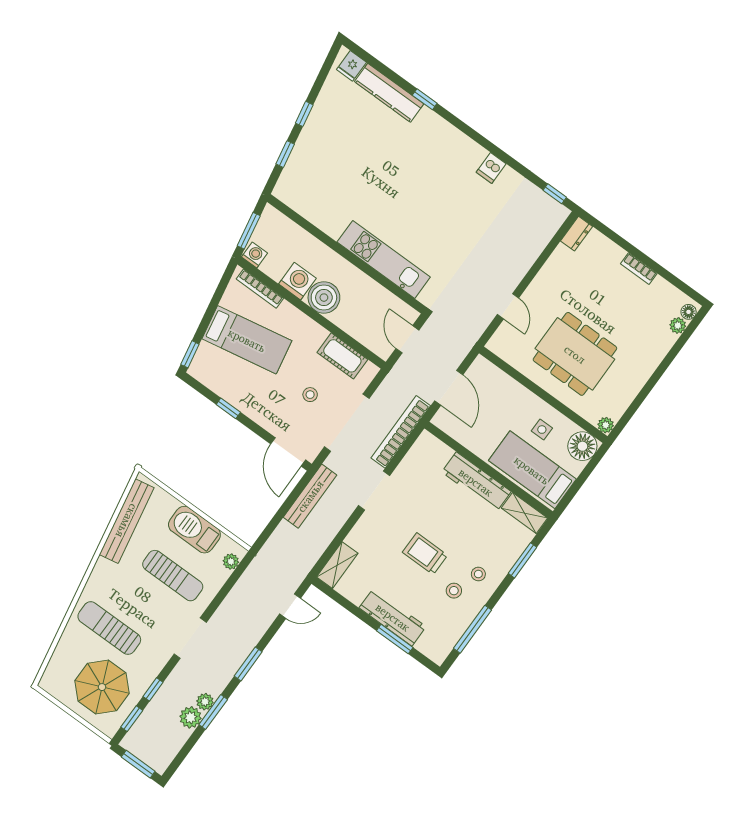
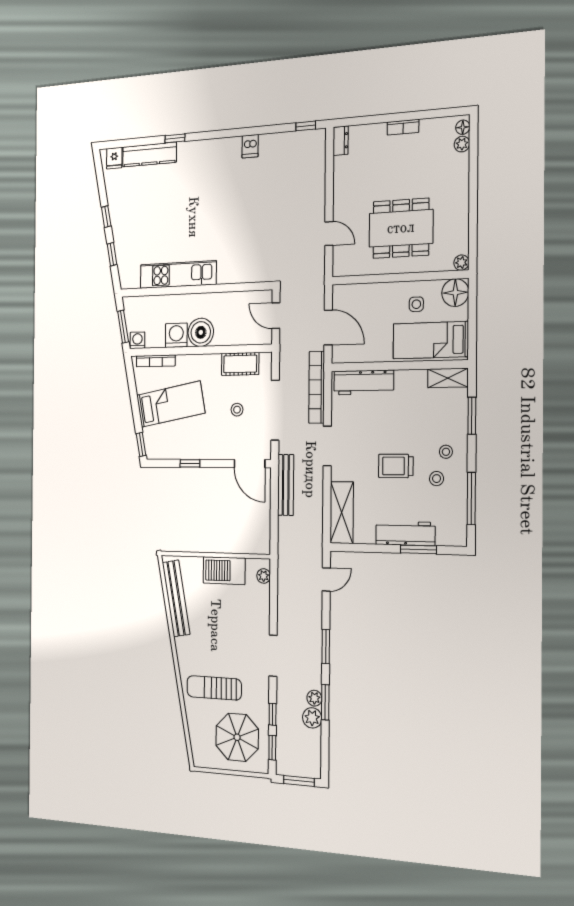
kitchen unit: (384, 259) -> (178, 275), moved
workbench: (476, 482) -> (364, 382), moved
shelving: (337, 565) -> (342, 513), width x1.50, depth x1.33
sun lounger: (173, 576) -> (231, 616), removed

